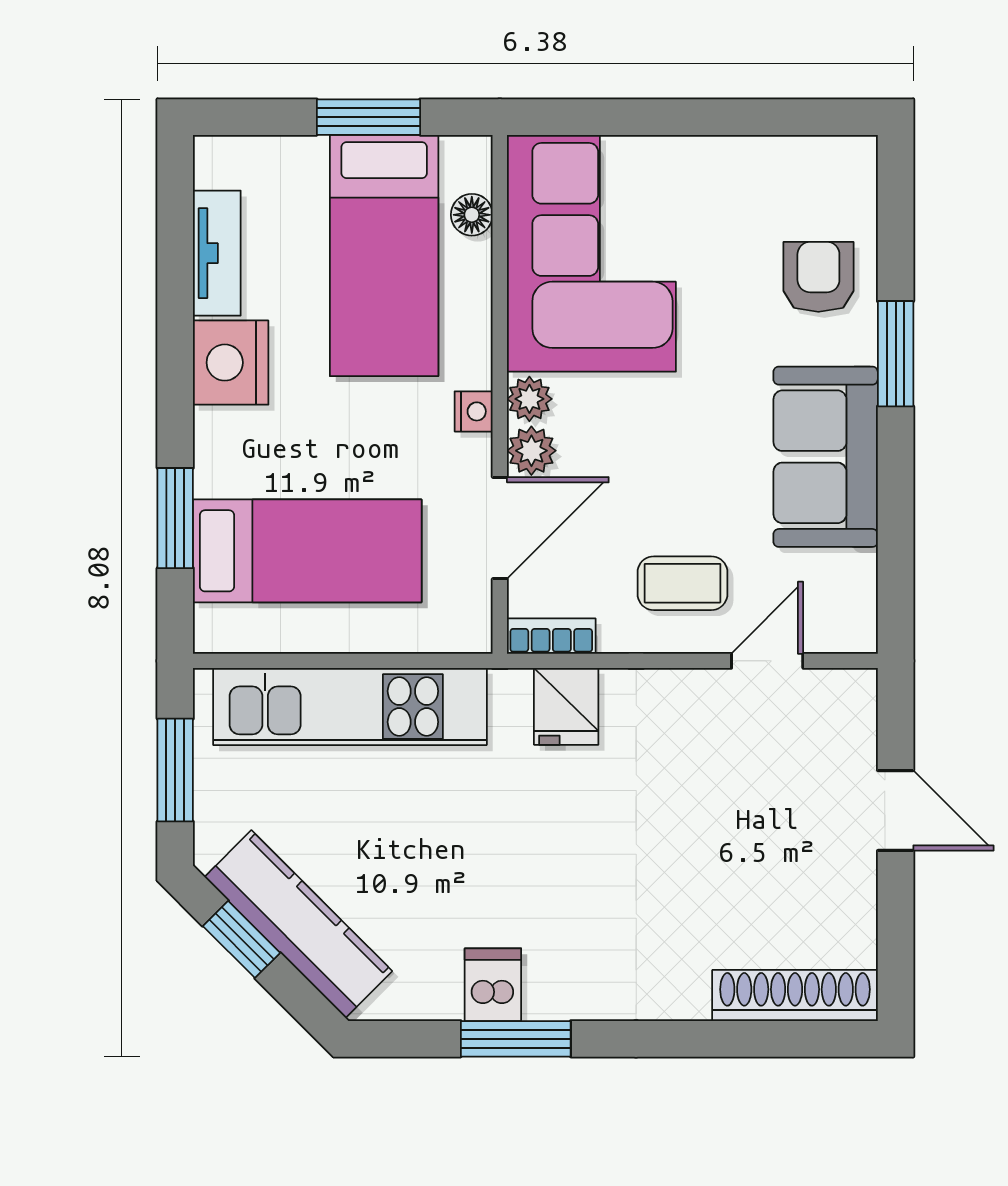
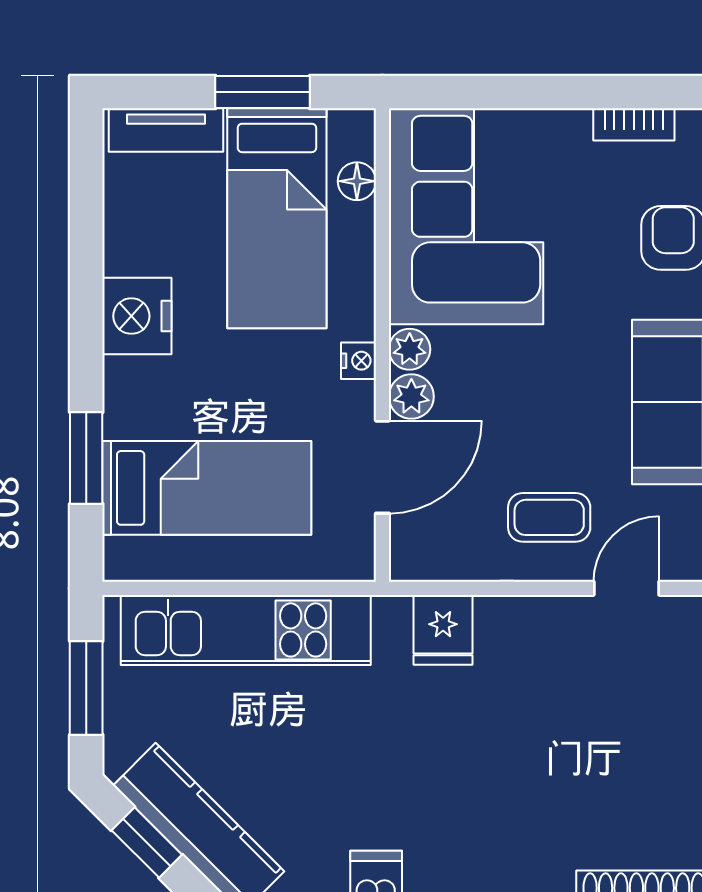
tv unit: (217, 253) -> (166, 130), moved, turned 90
bookcase: (551, 636) -> (634, 124), moved, turned 180

